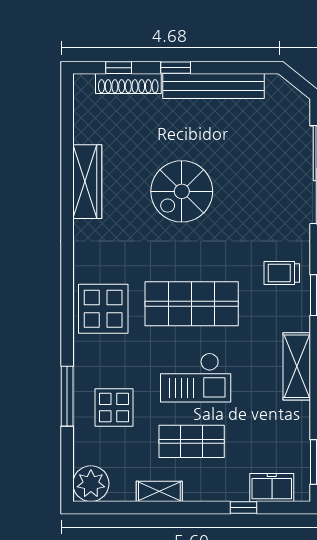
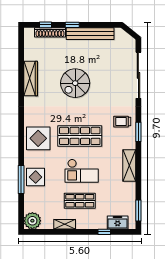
display table: (114, 408) -> (36, 177), moved

